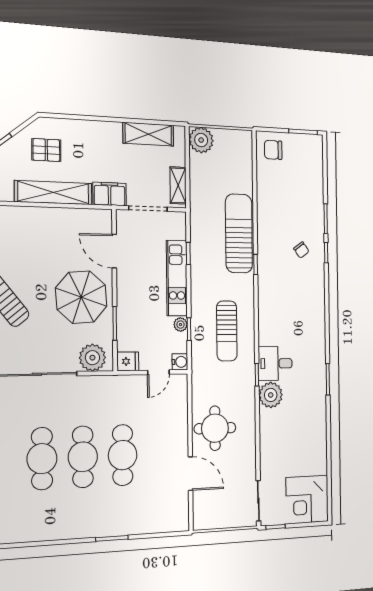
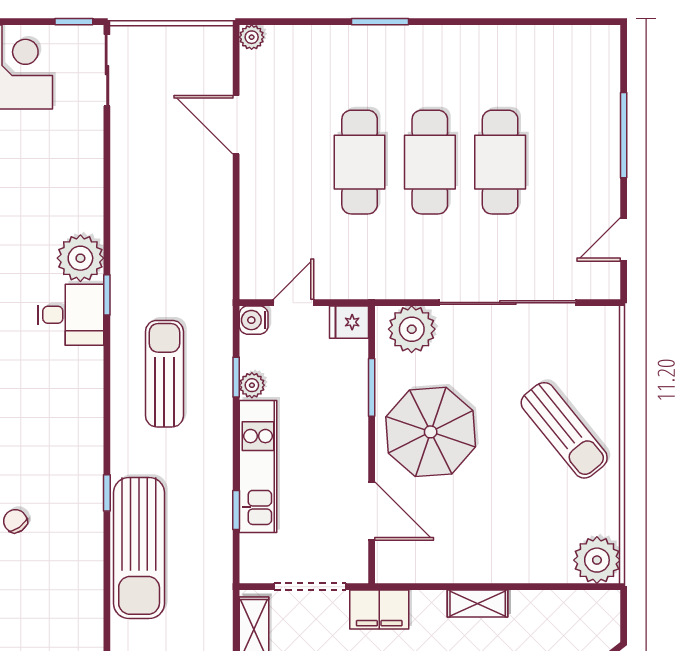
shelving: (53, 193) -> (478, 603), width x0.45, depth x0.75
round table: (215, 428) -> (189, 202), removed
plant: (183, 524) -> (252, 37), added

